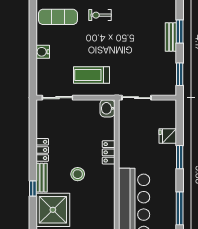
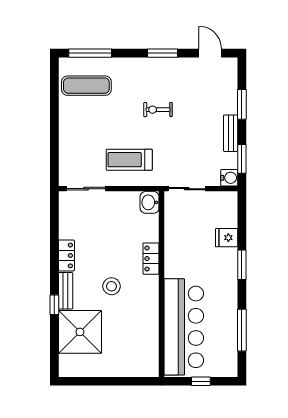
exercise bike: (100, 15) -> (158, 110), moved
bench: (171, 37) -> (231, 133), moved
water cooler: (43, 52) -> (229, 178), moved, turned 180

